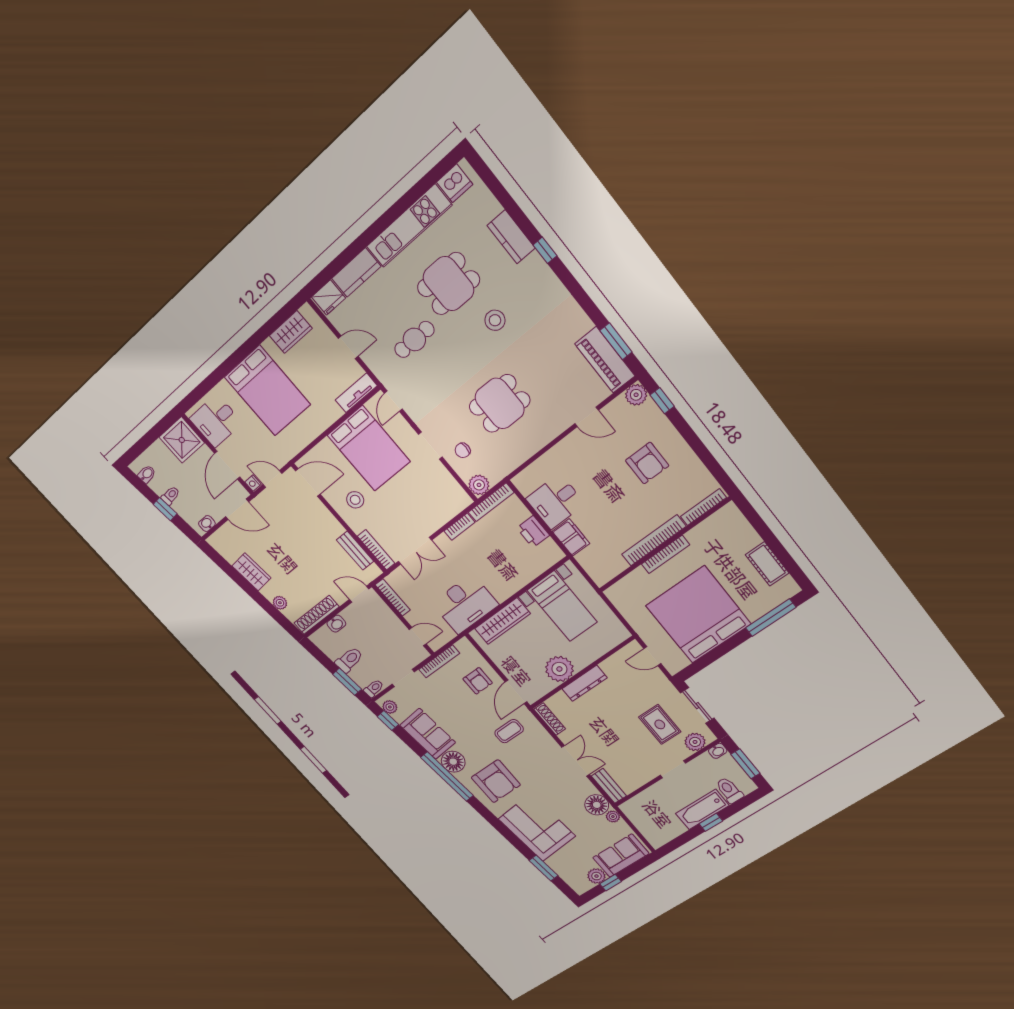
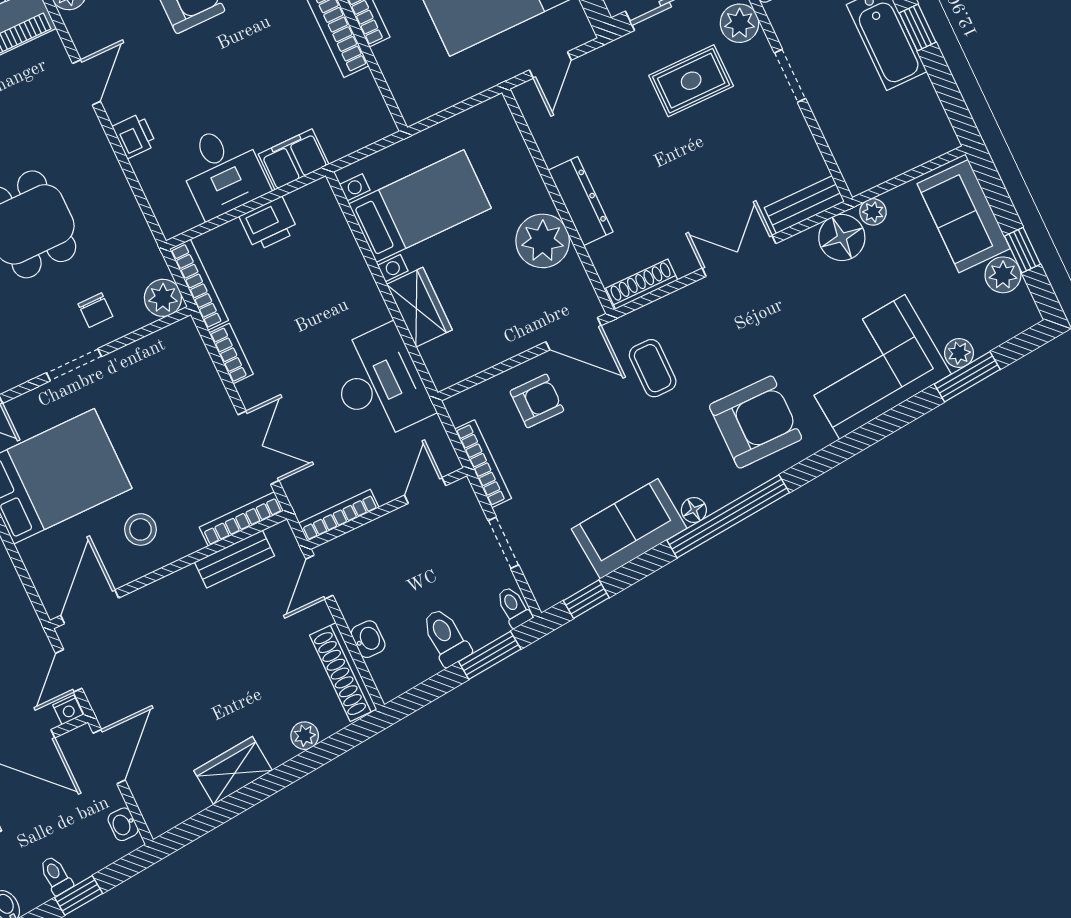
printer: (563, 450) -> (134, 136), added
wardrobe: (502, 621) -> (419, 307), width x0.67
plant: (390, 707) -> (959, 353), moved
floor lamp: (453, 762) -> (694, 510), width x0.53, depth x0.53

